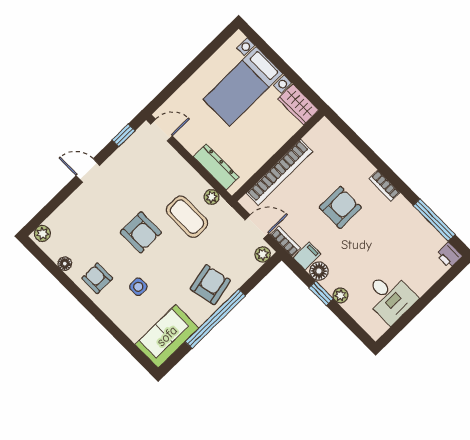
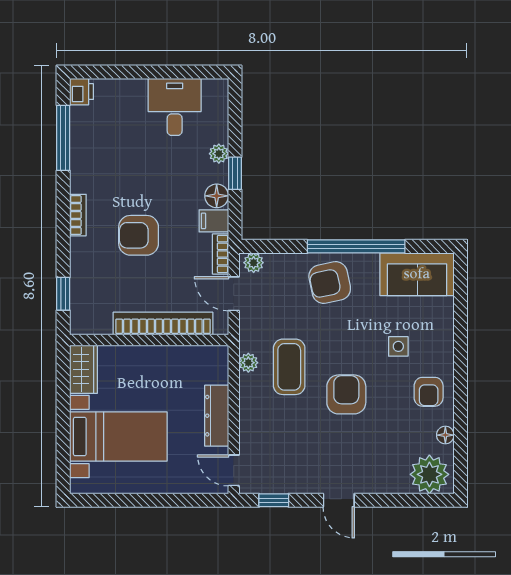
window: (350, 135) -> (63, 294), added
dresser: (216, 167) -> (217, 416), moved
plant: (42, 233) -> (429, 474), width x1.88, depth x1.88

